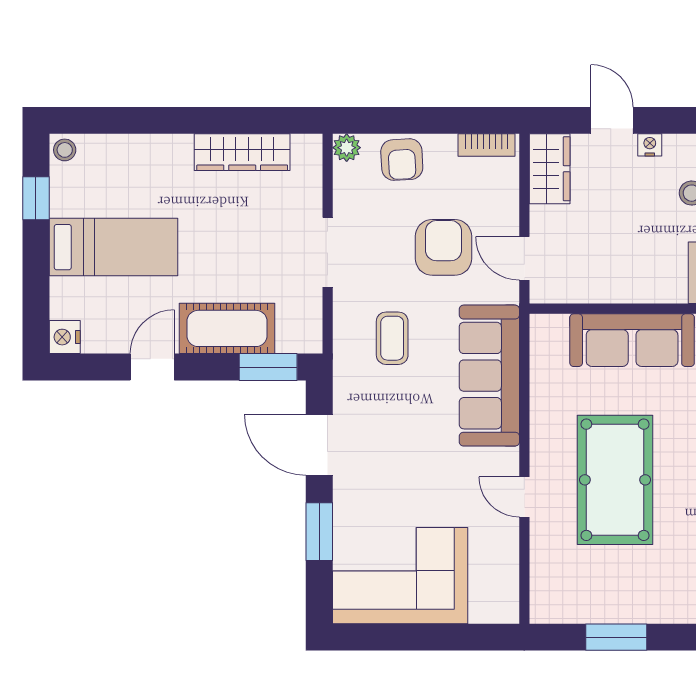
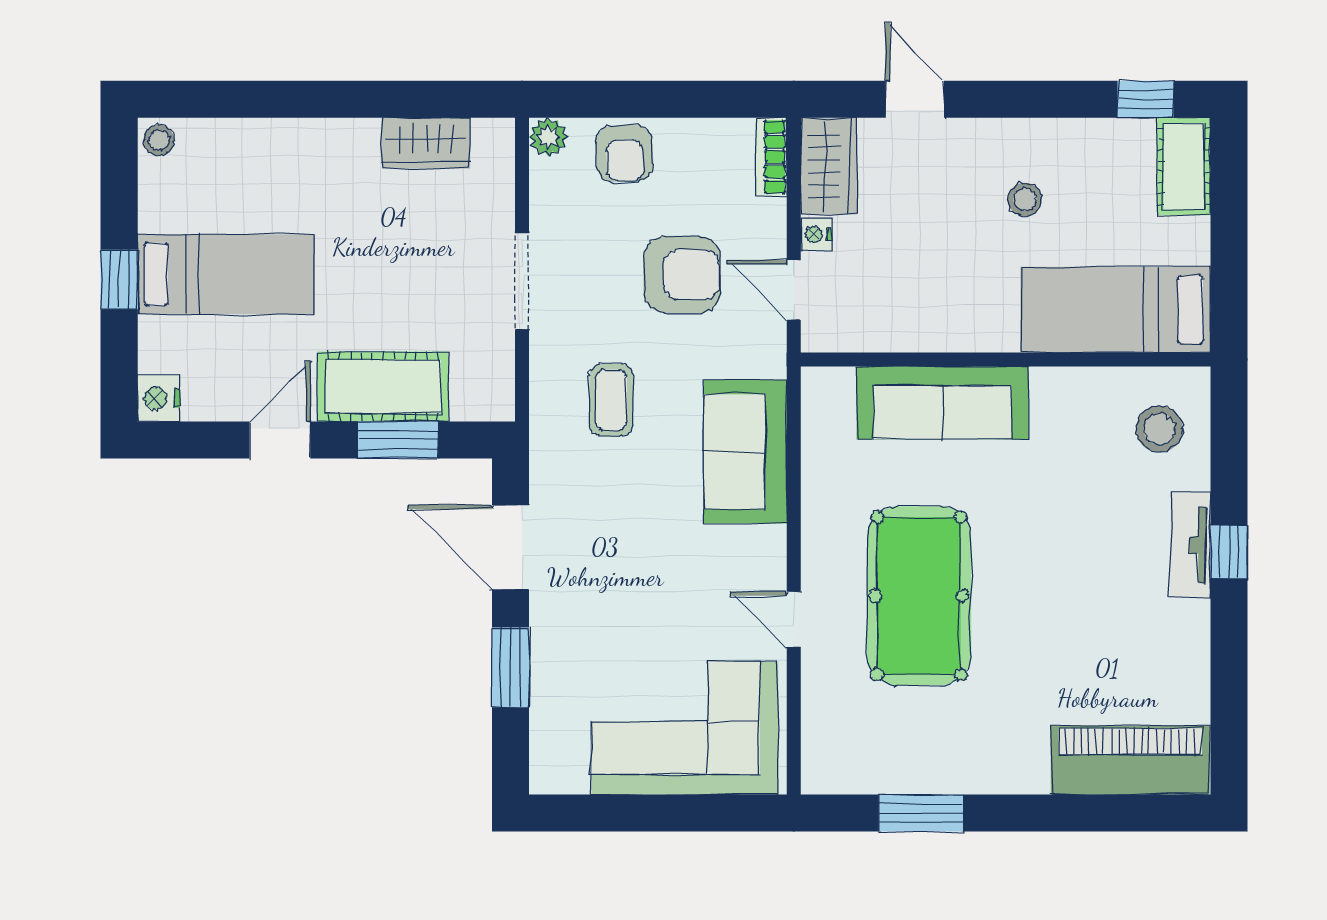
bookcase: (487, 145) -> (771, 157), moved, turned 90
nightstand: (650, 145) -> (816, 234), moved, turned -90
wardrobe: (242, 152) -> (426, 143), width x0.67
window: (36, 198) -> (119, 279), moved
armchair: (444, 247) -> (682, 275), turned 90
window: (268, 367) -> (398, 440), moved
sofa: (489, 376) -> (745, 452), width x0.73
corner sofa: (400, 576) -> (685, 728), moved

